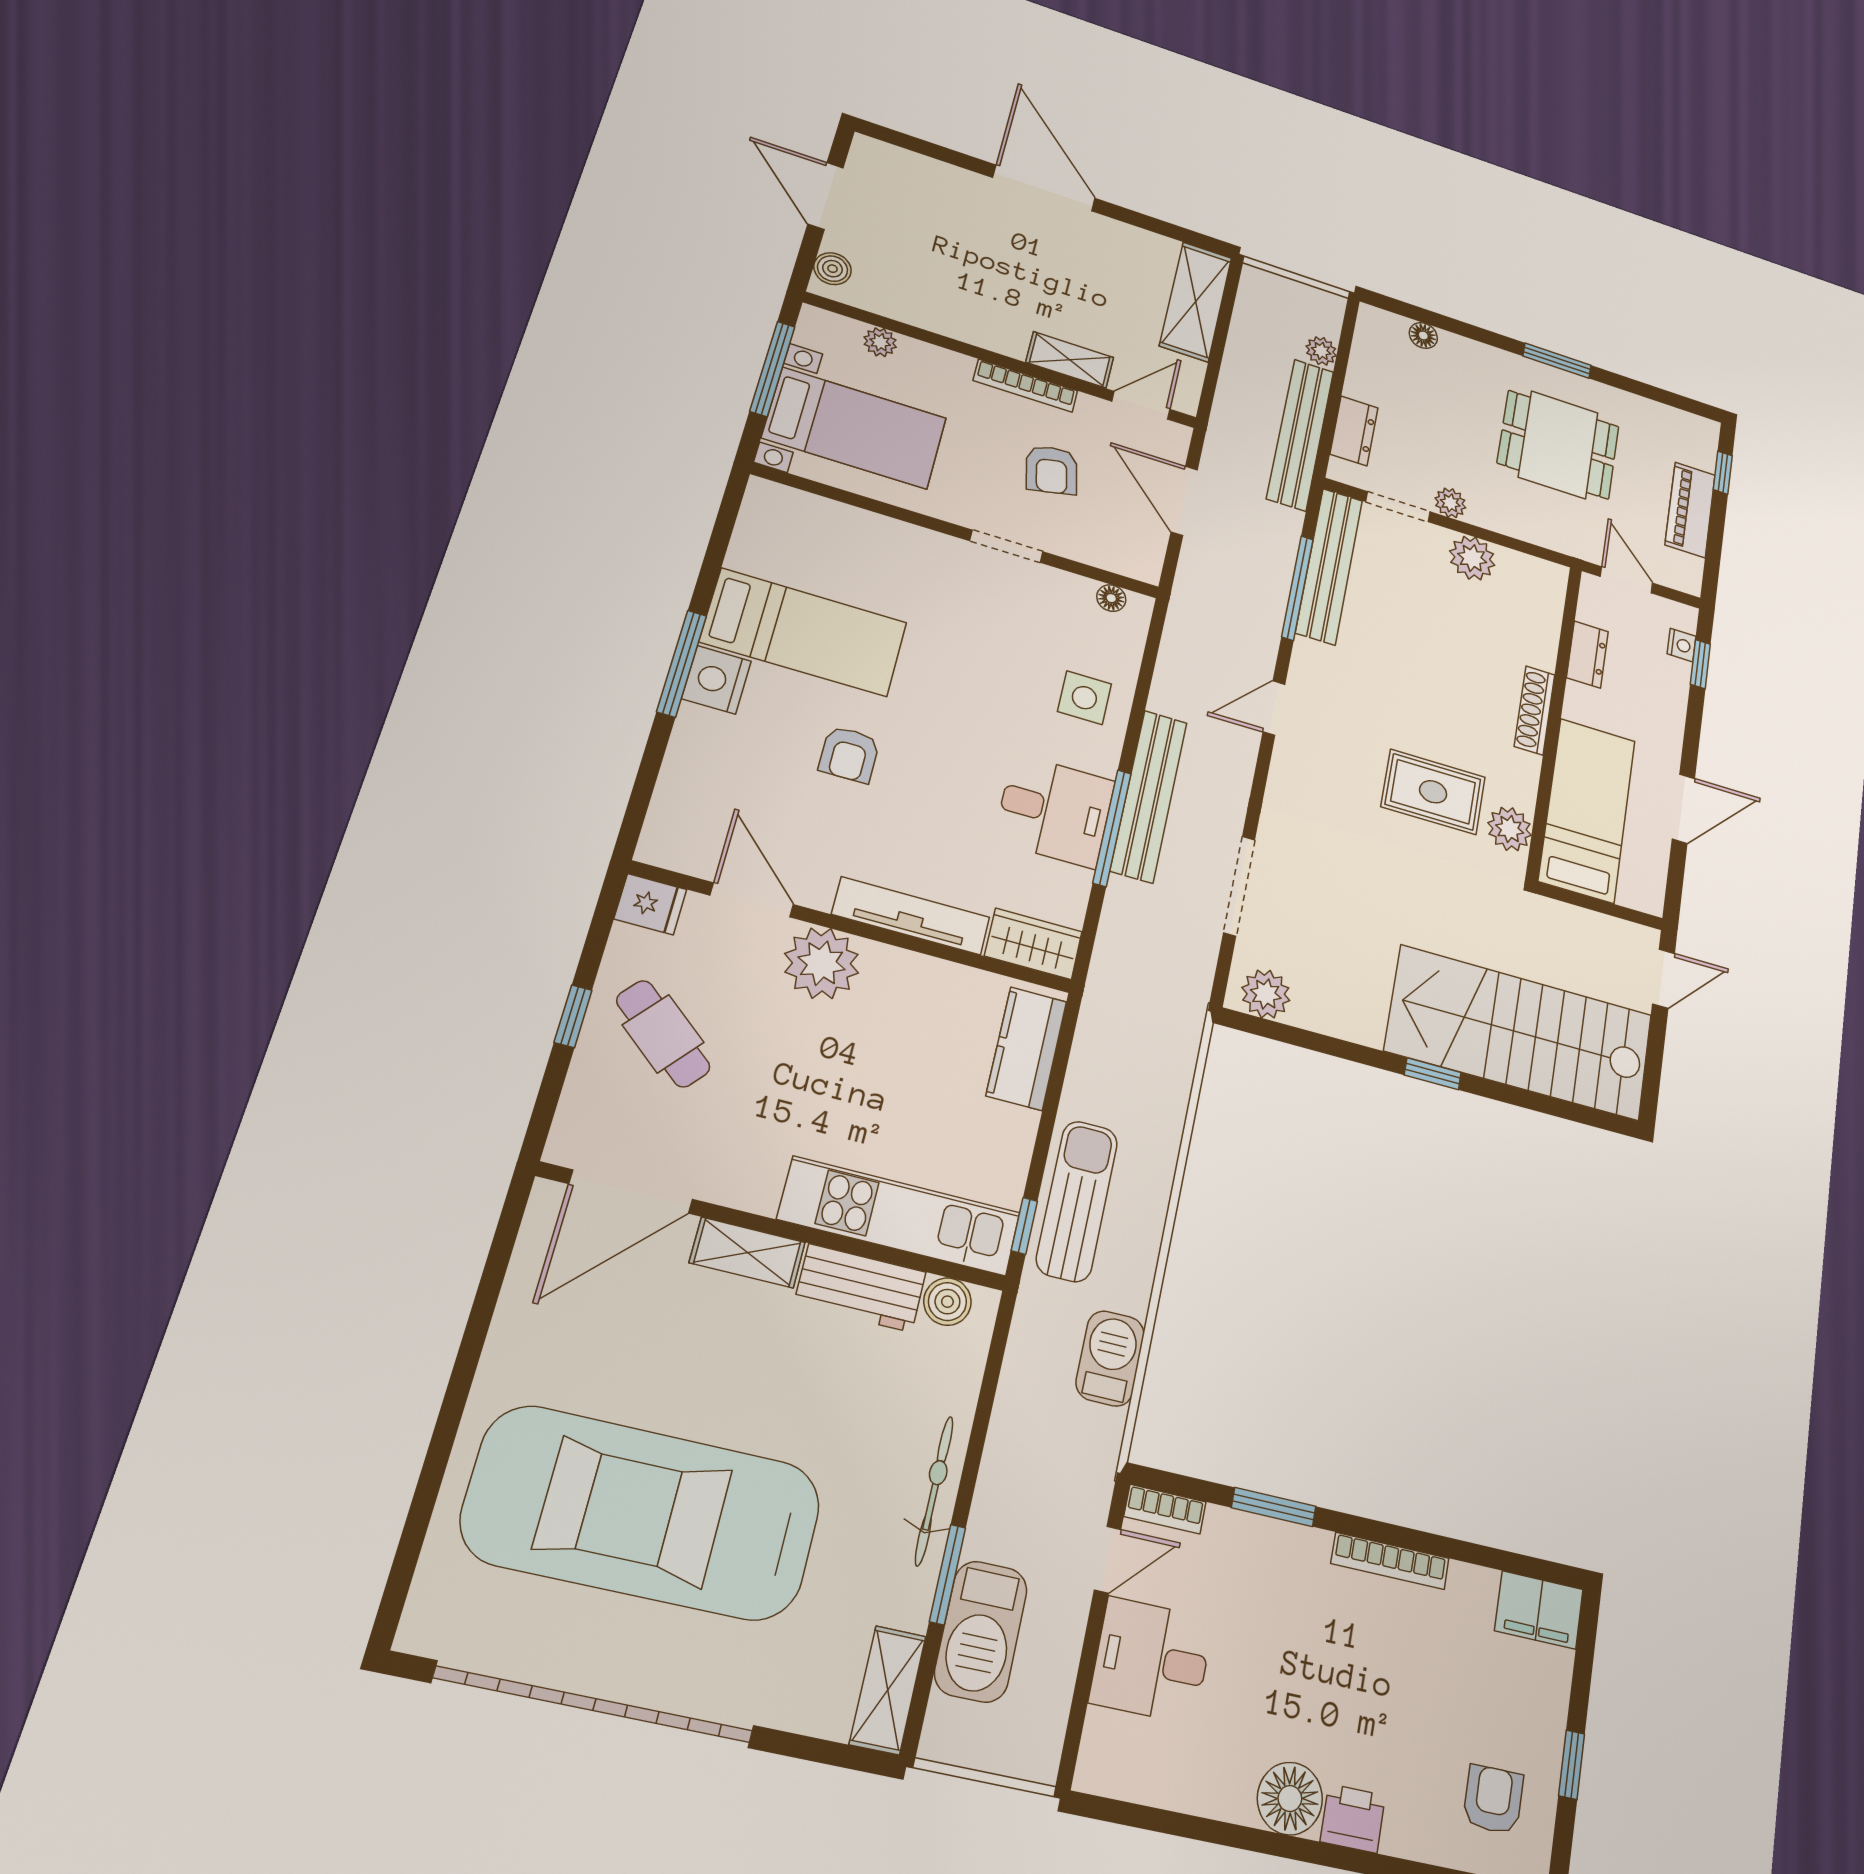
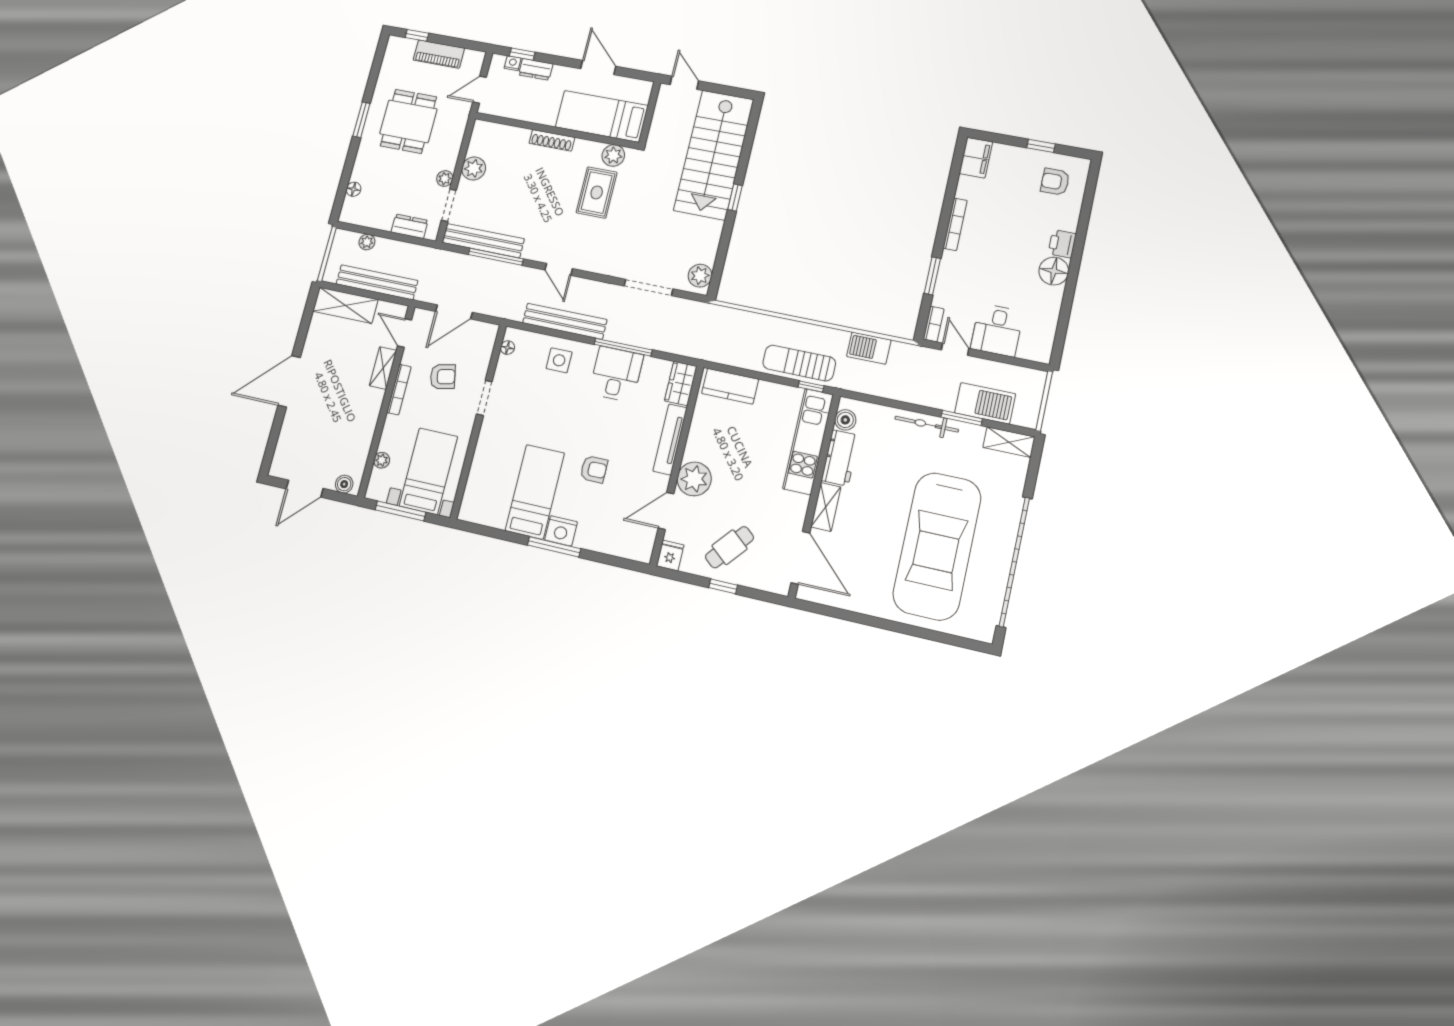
bench: (1300, 435) -> (377, 282), moved
dresser: (1587, 655) -> (536, 69), moved, turned 180
bench: (1149, 796) -> (565, 321), moved

